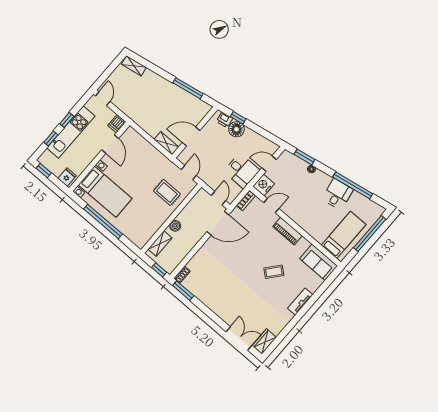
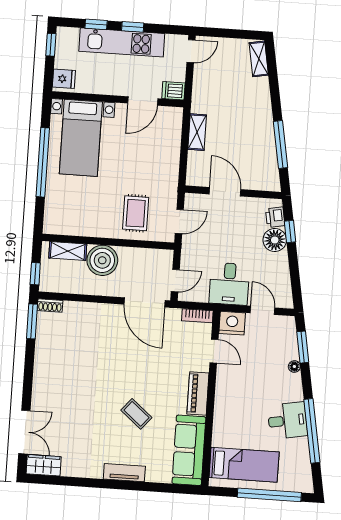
shelving: (166, 143) -> (197, 132), moved
boiler: (175, 226) -> (102, 260), width x1.86, depth x1.86
sofa: (319, 262) -> (189, 450), width x1.36

